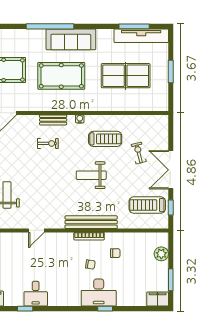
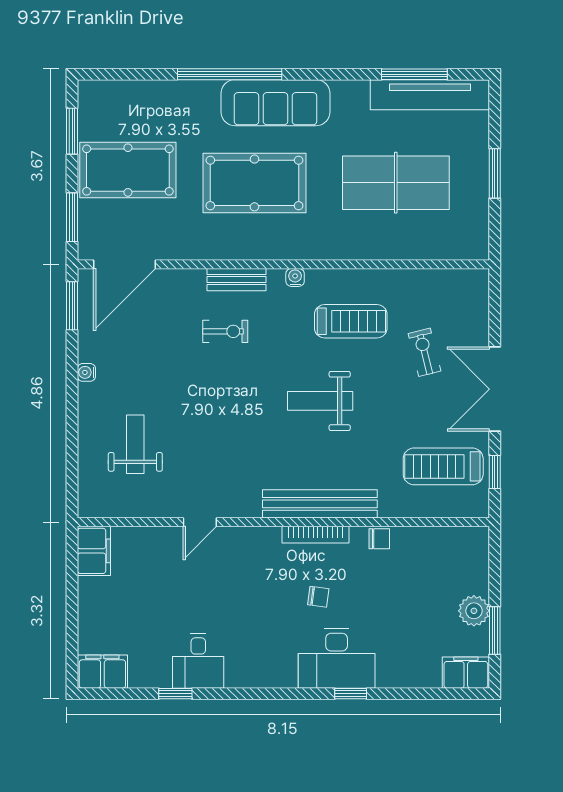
chair: (115, 253) -> (379, 539), moved
plant: (161, 254) -> (474, 611), moved

